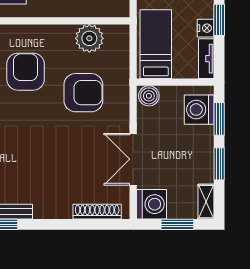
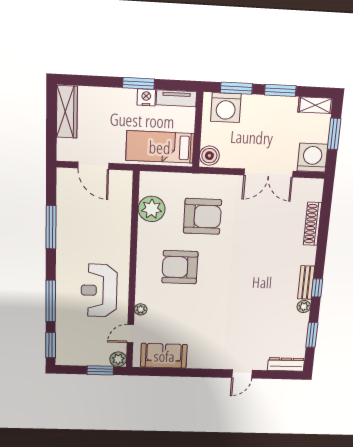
armchair: (83, 93) -> (202, 216), turned 90
shoe rack: (97, 212) -> (312, 224), moved

